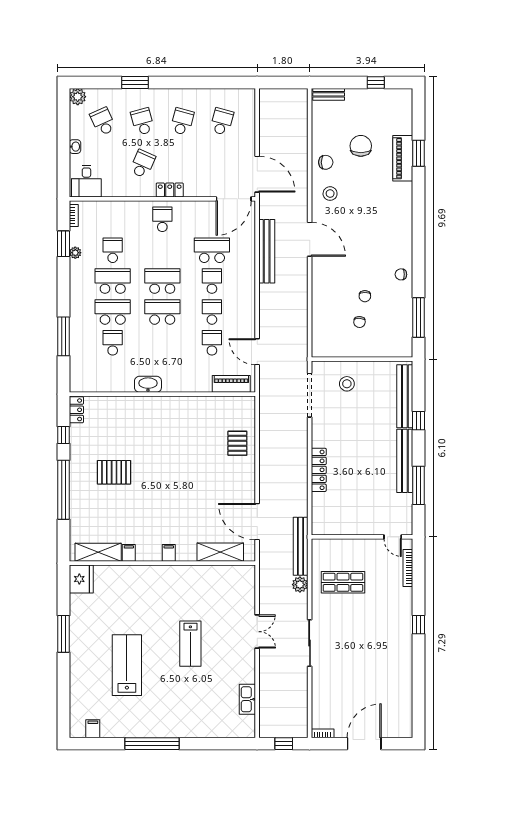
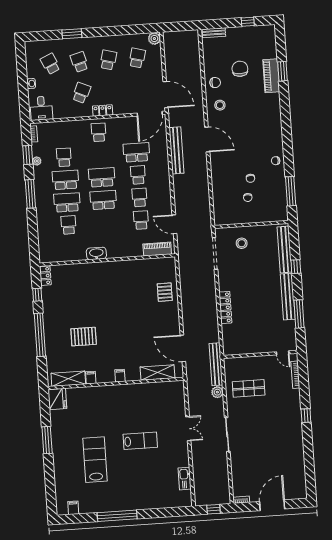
plant: (78, 97) -> (154, 39), moved
window: (63, 336) -> (30, 194), moved
pallet: (114, 472) -> (84, 337), moved
lab bench: (190, 644) -> (140, 441), turned -90

